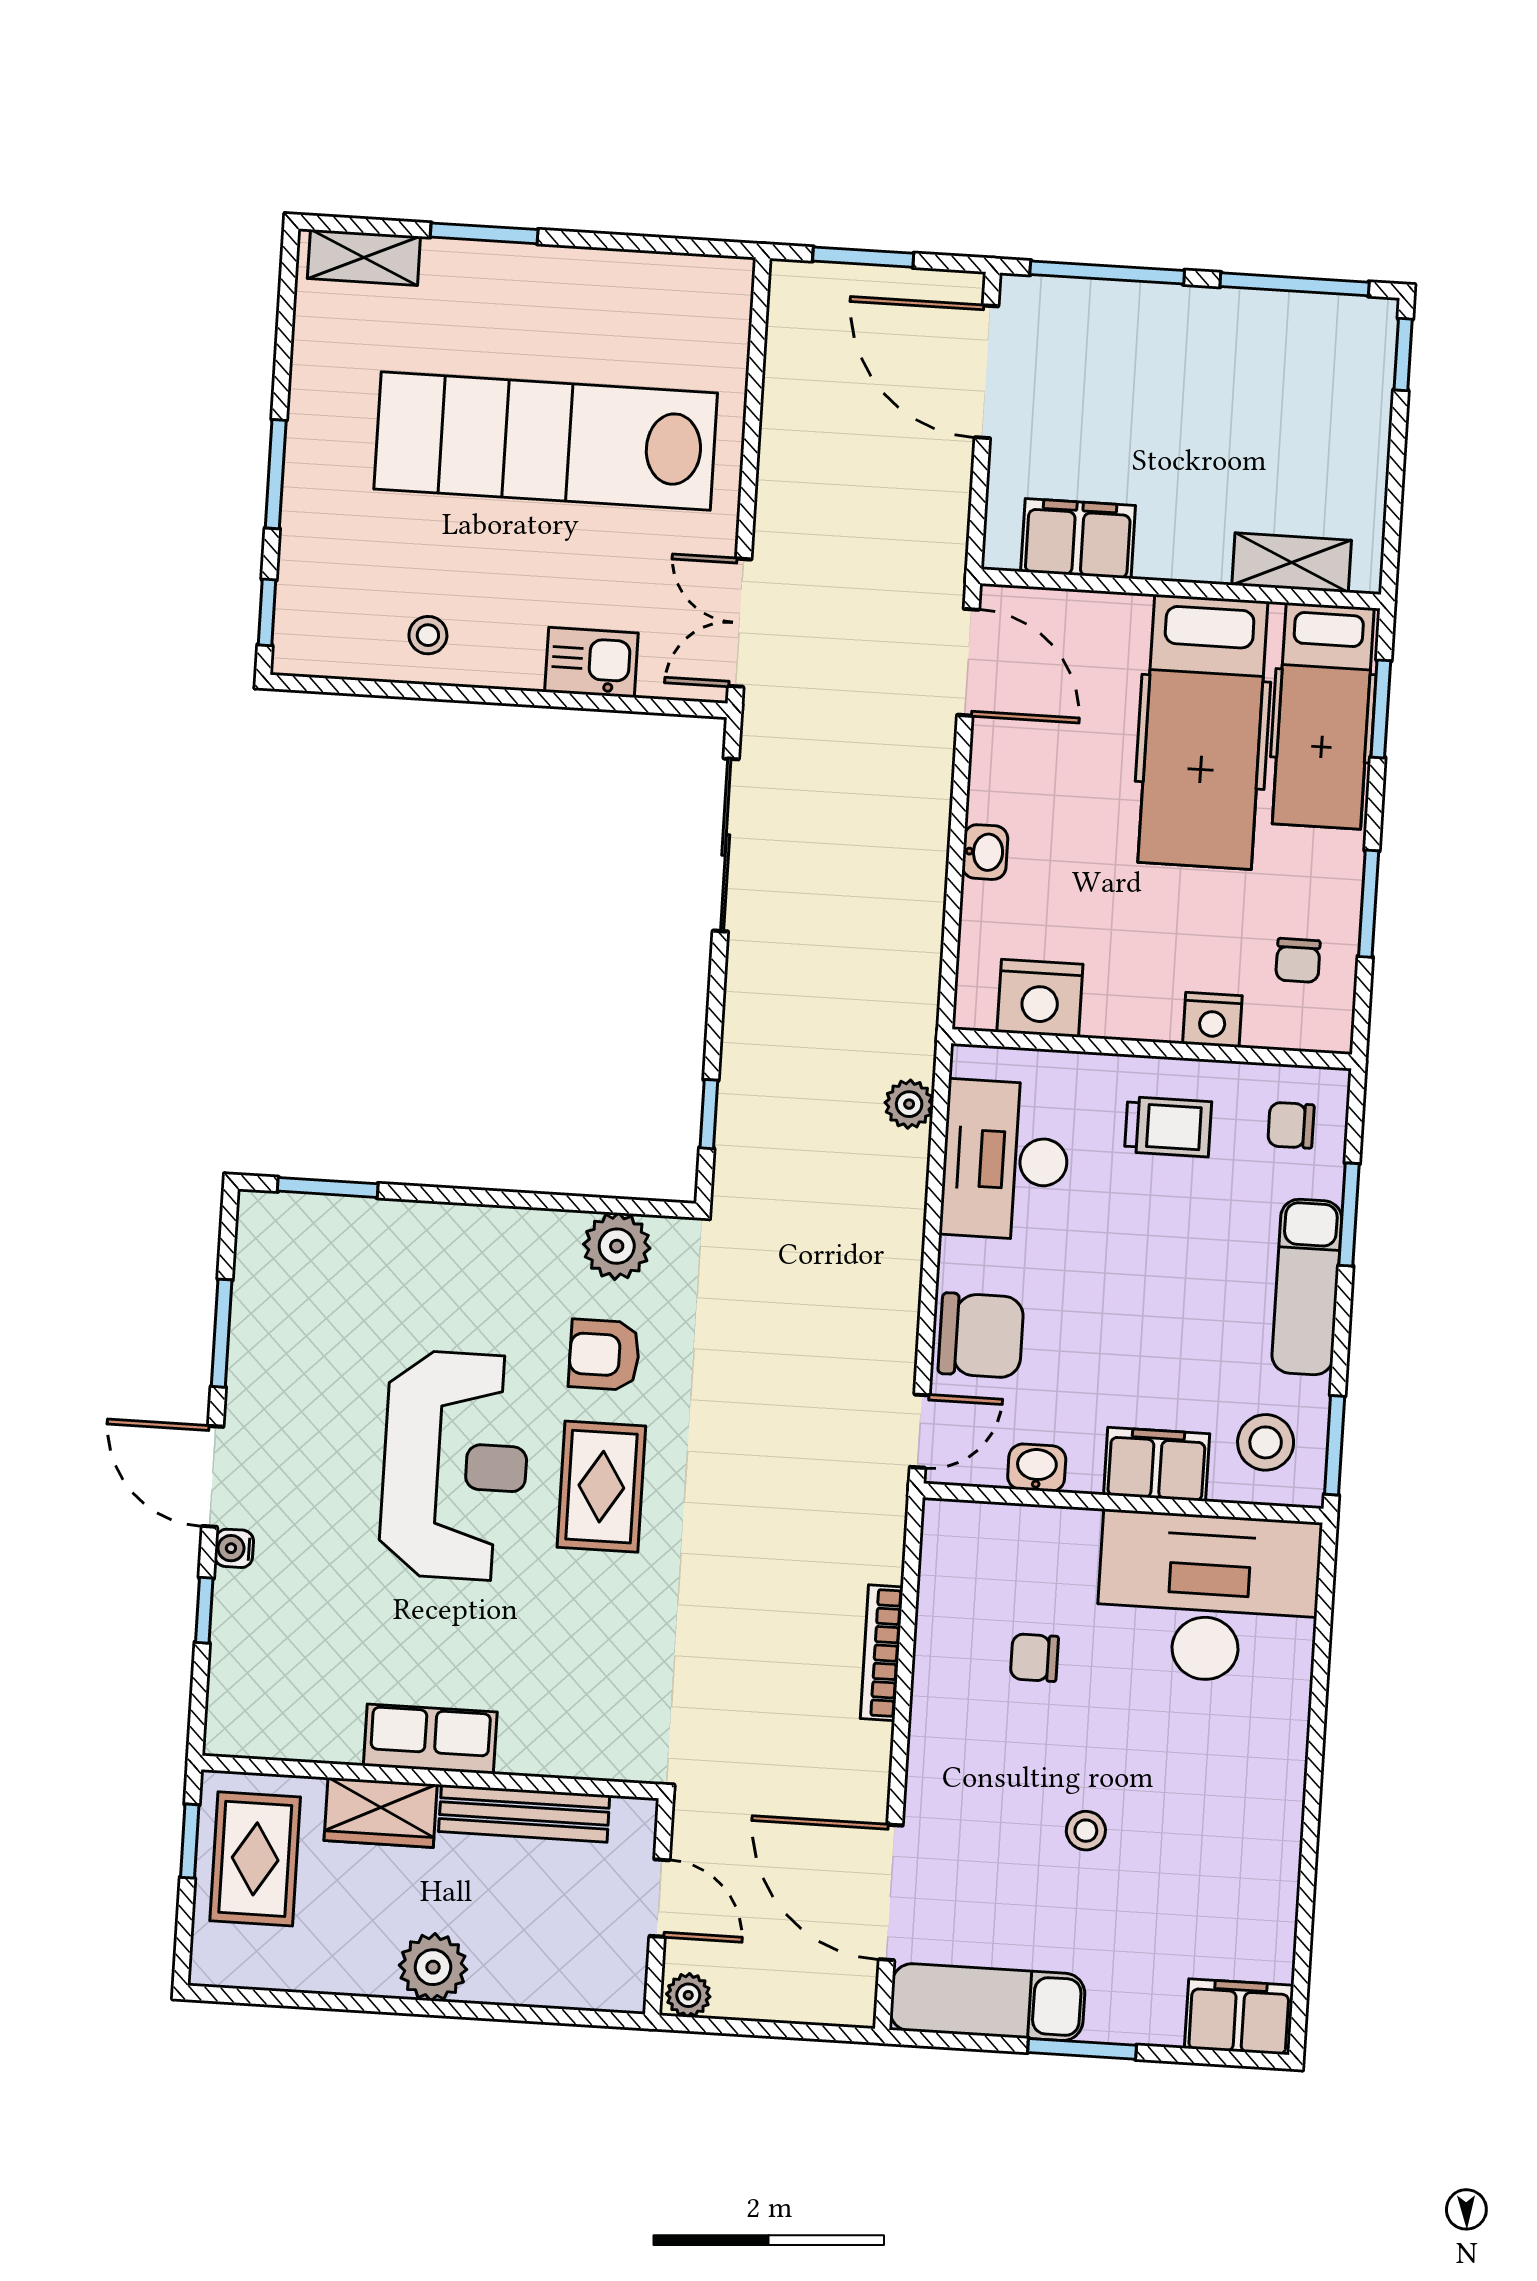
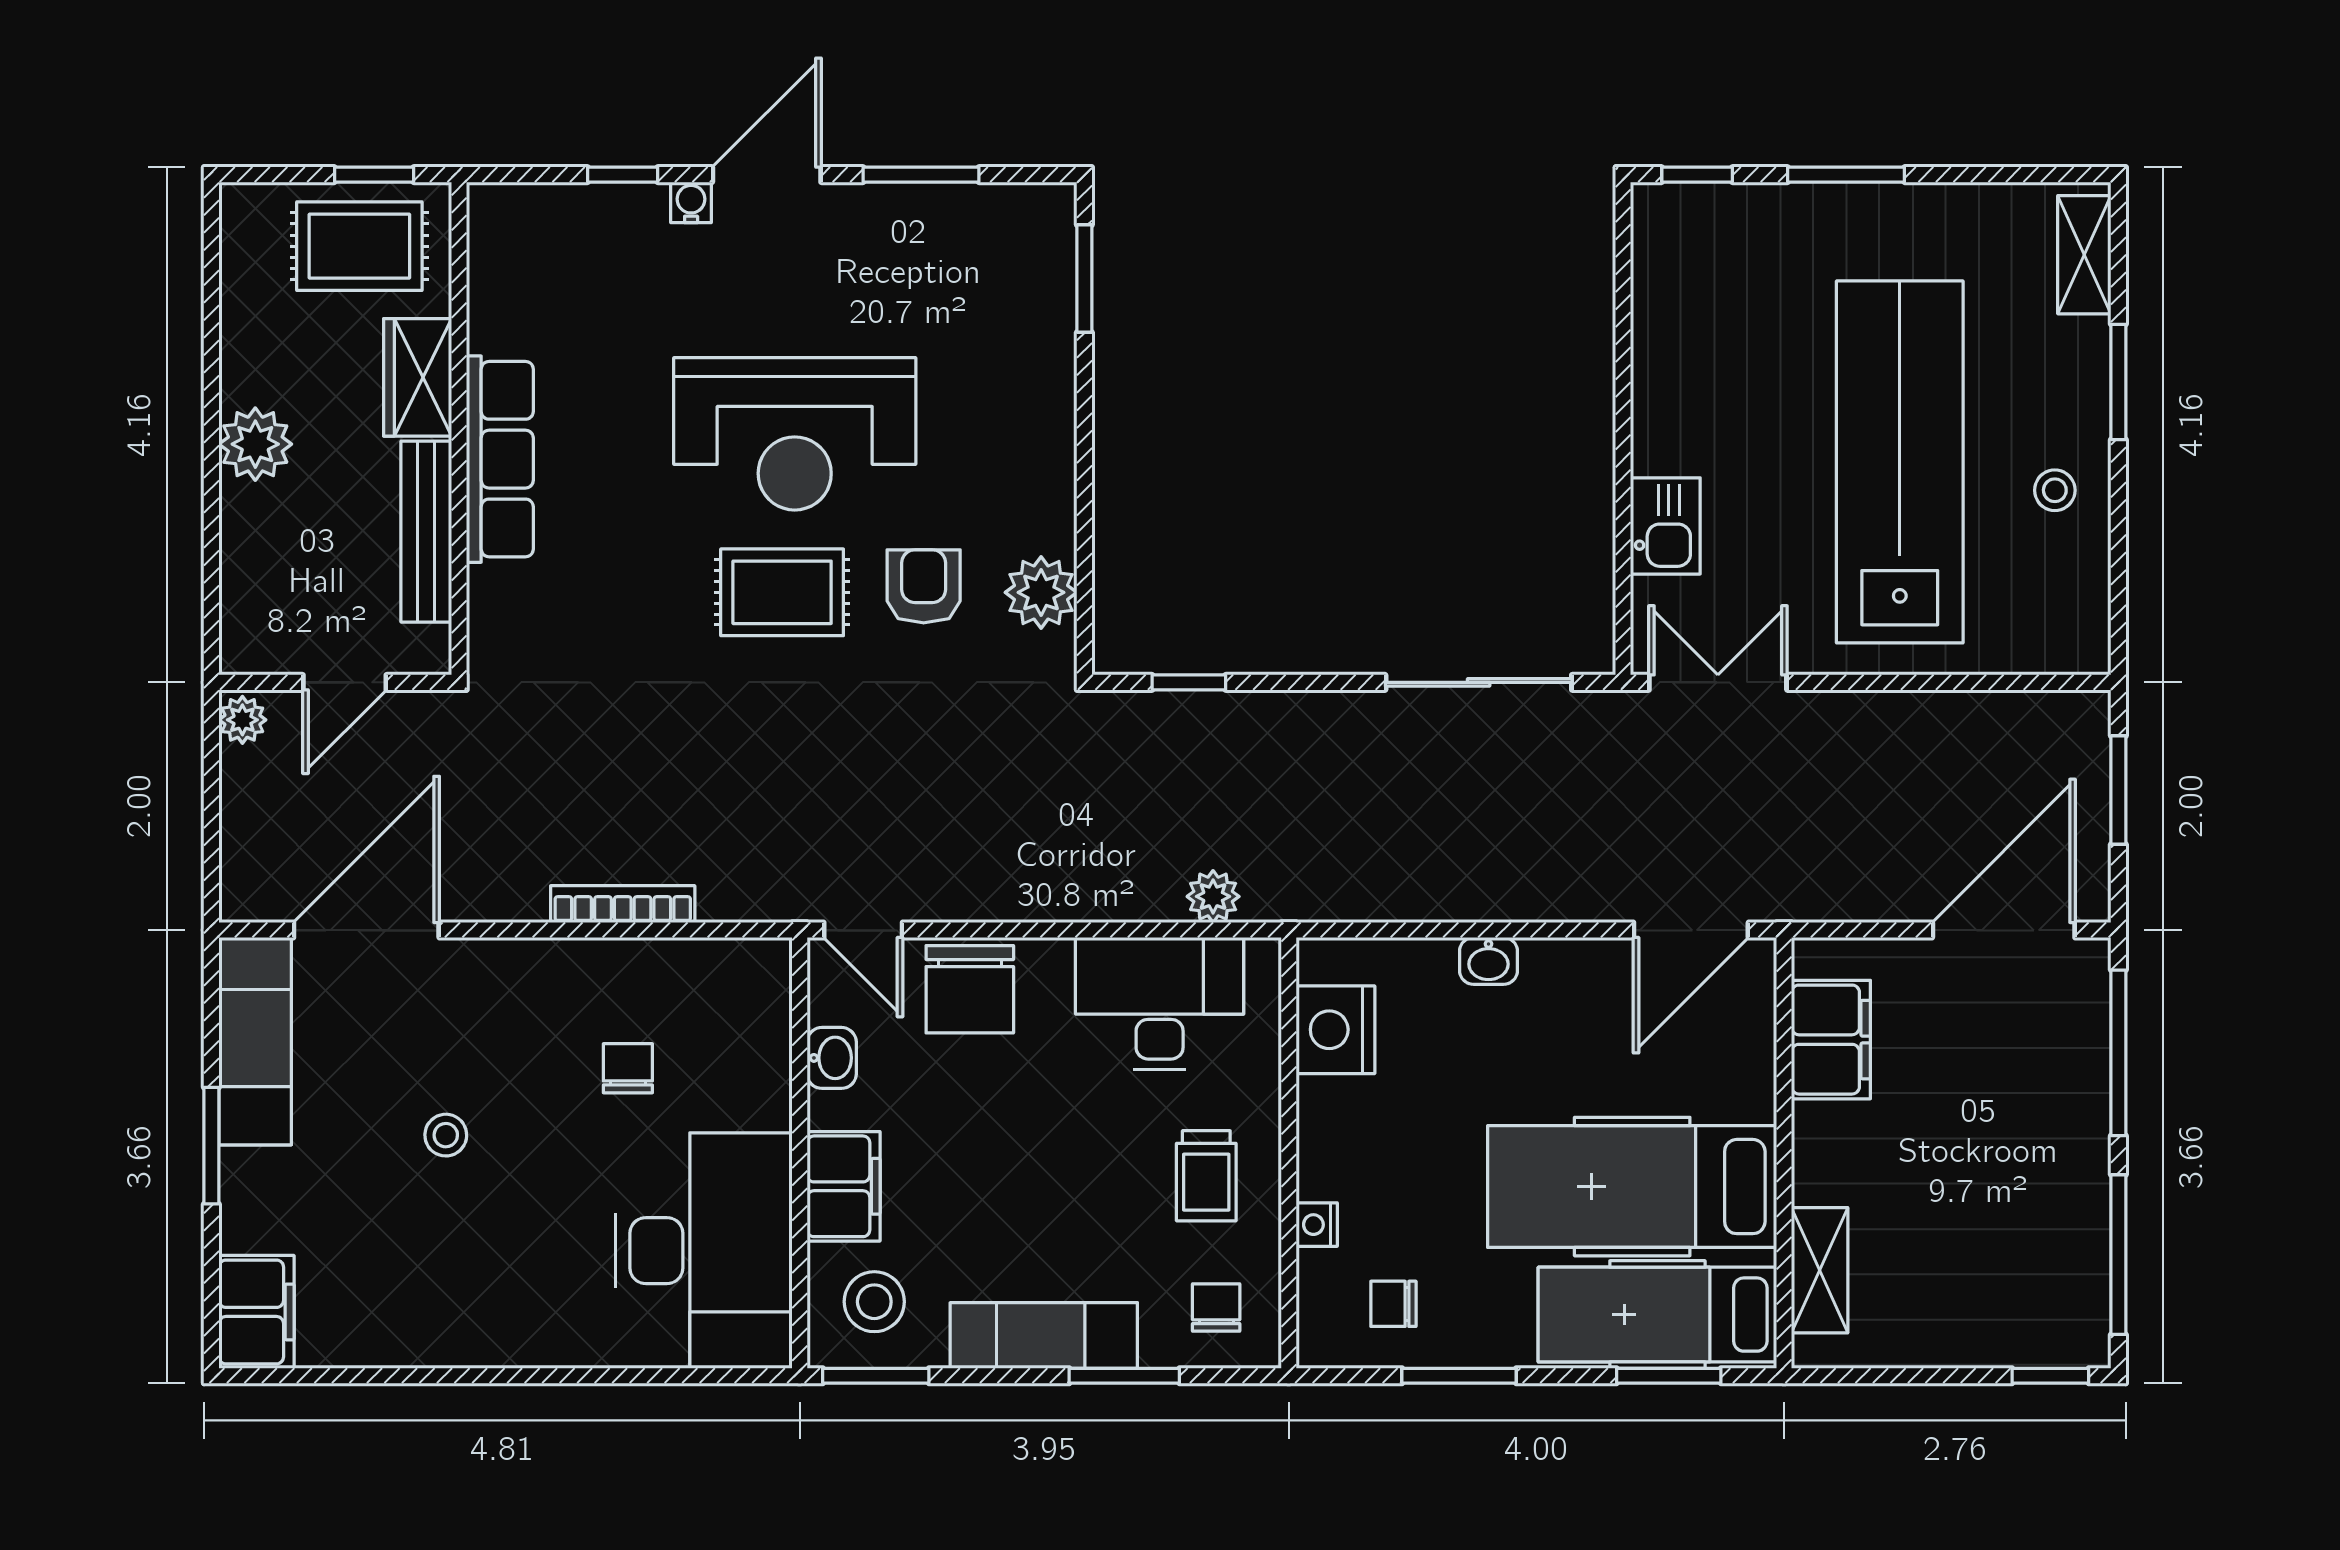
stool: (428, 635) -> (2055, 490), moved
nightstand: (1212, 1020) -> (1317, 1225), width x0.72, depth x0.74
row of seats: (430, 1739) -> (500, 459), width x1.48

